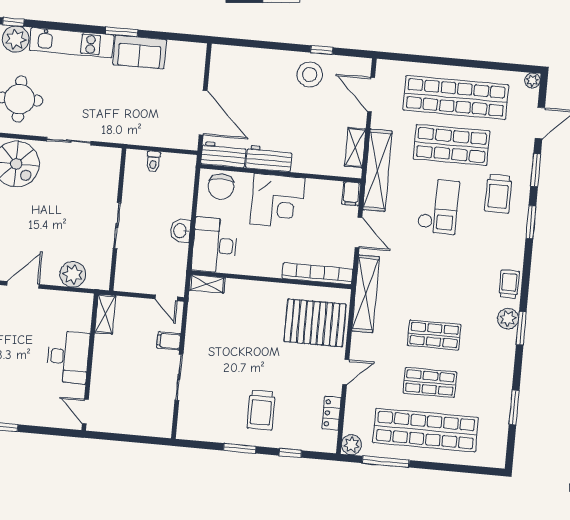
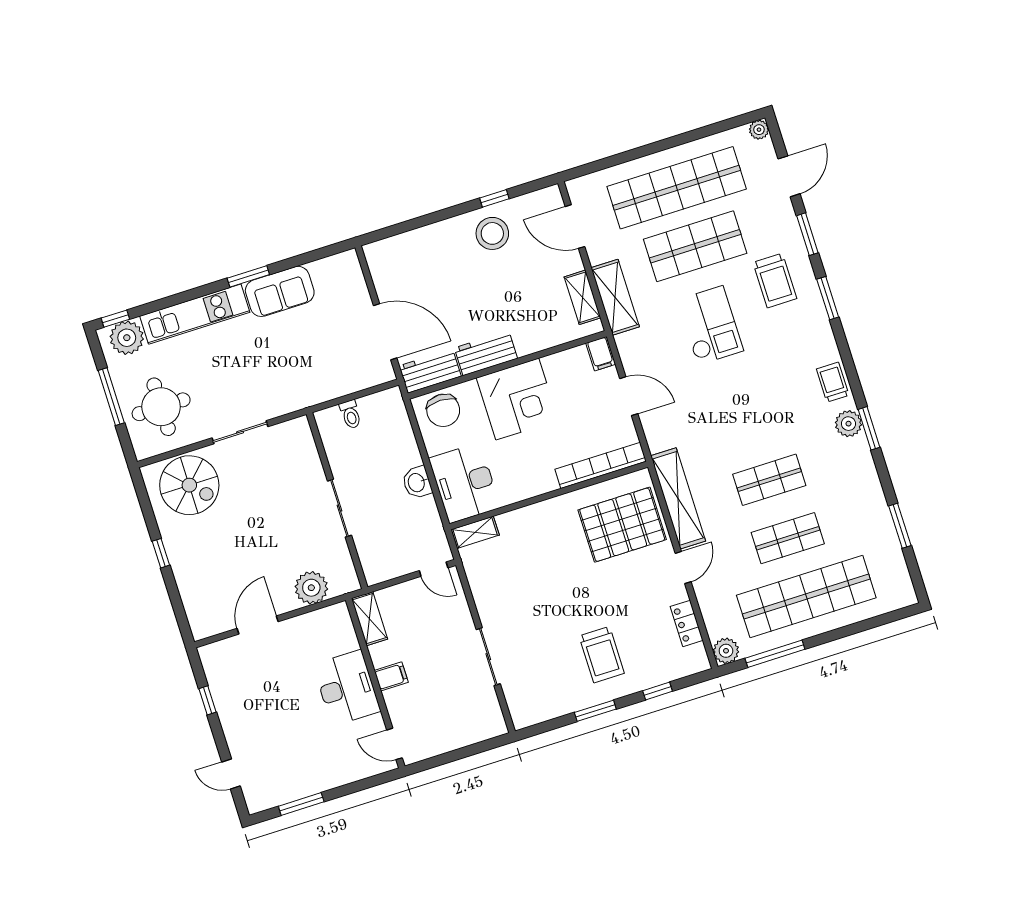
shelving: (377, 170) -> (615, 297), width x0.68
shelving: (366, 294) -> (678, 498), moved
filing cabinet: (169, 341) -> (391, 676), moved, turned 180

